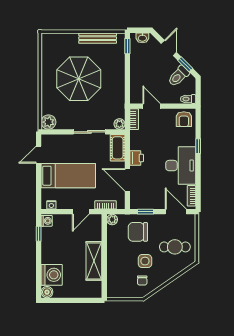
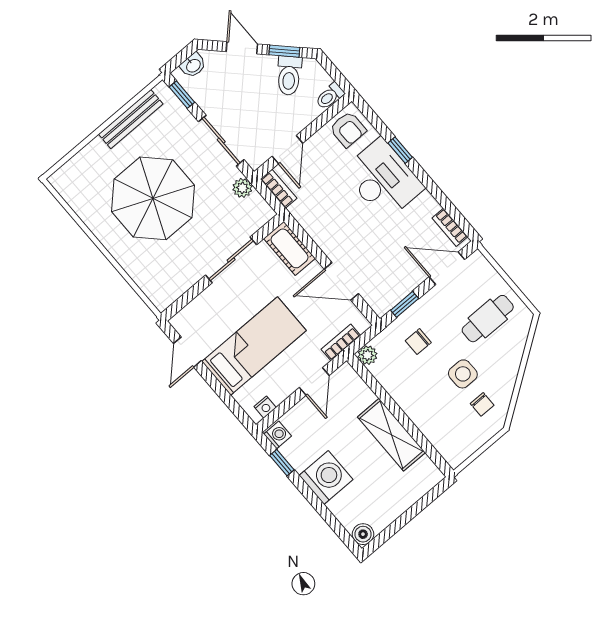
sliding door: (127, 79) -> (221, 141), added
door: (152, 106) -> (287, 150), swing flipped
plant: (49, 122) -> (162, 295), removed
plant: (119, 124) -> (242, 188), moved
printer: (137, 158) -> (328, 240), removed
desk: (181, 166) -> (383, 179), moved
chair: (138, 232) -> (418, 342), width x0.54, depth x0.54
washing machine: (52, 275) -> (326, 478), moved

